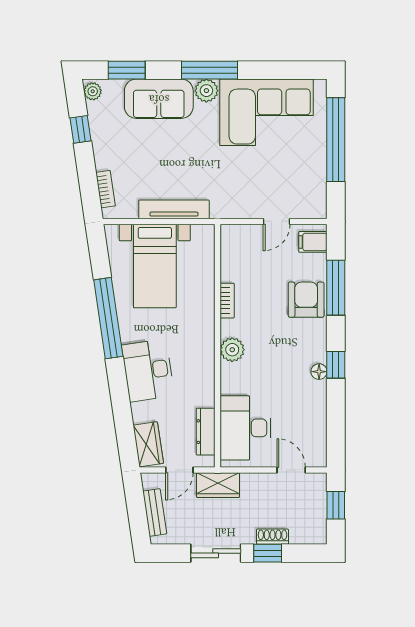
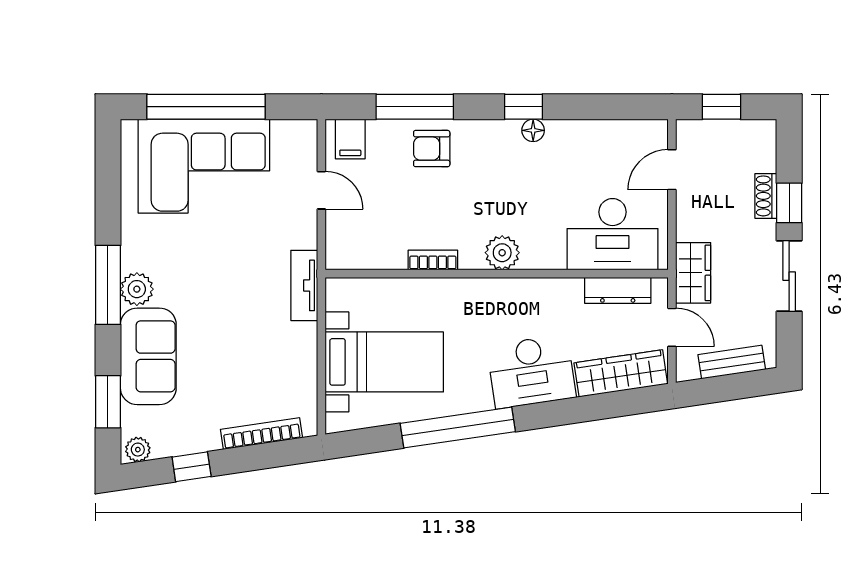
corner sofa: (267, 112) -> (204, 166), moved, turned 90
bookcase: (105, 189) -> (262, 434), width x1.56
tv unit: (174, 209) -> (304, 285), moved, width x0.71
armchair: (306, 300) -> (432, 149), width x0.72, depth x0.72
wardrobe: (148, 444) -> (621, 373), width x1.50

